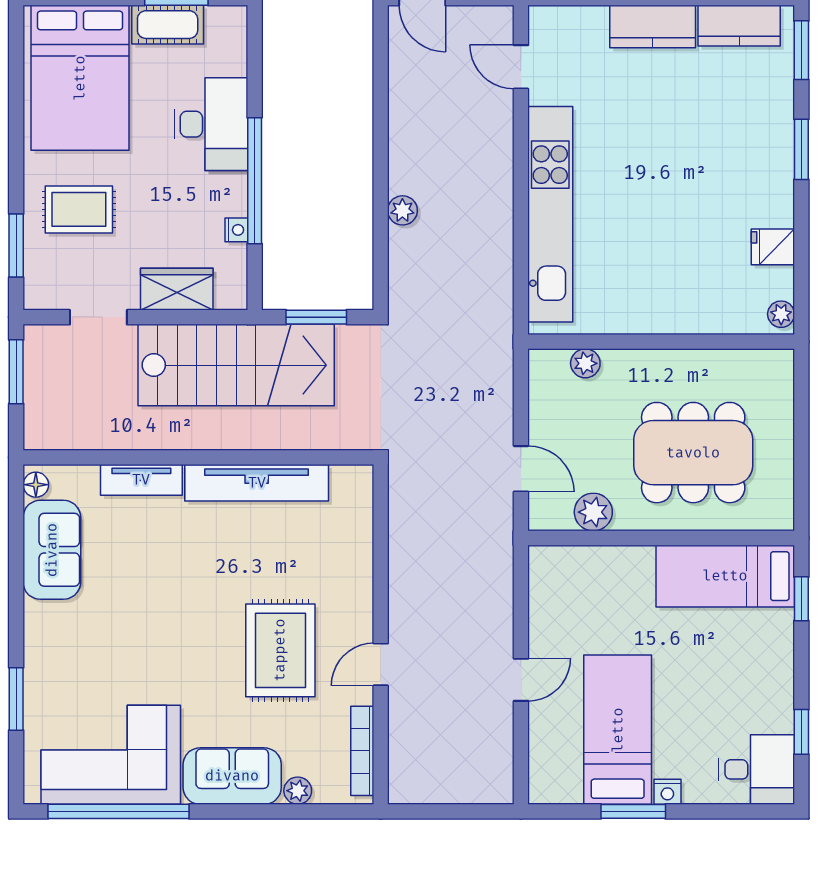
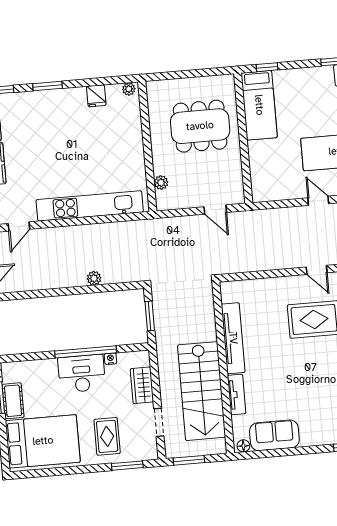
desk: (211, 124) -> (82, 374), moved
stairs: (236, 365) -> (202, 391), moved, turned 180
dining table: (693, 453) -> (200, 126), turned 90
door: (521, 469) -> (215, 210), swing flipped
plant: (593, 512) -> (233, 172), removed

